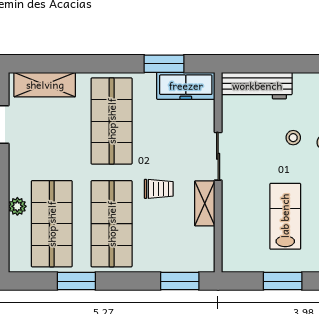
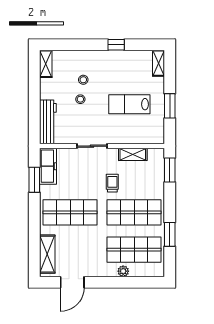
shelving: (205, 203) -> (133, 154), moved

